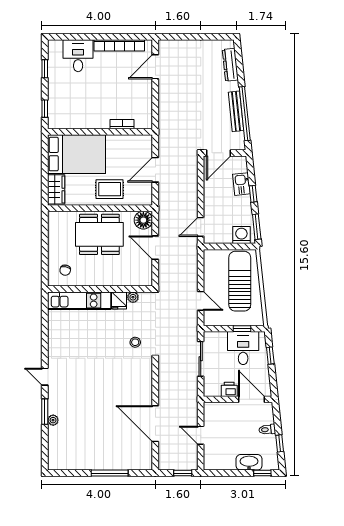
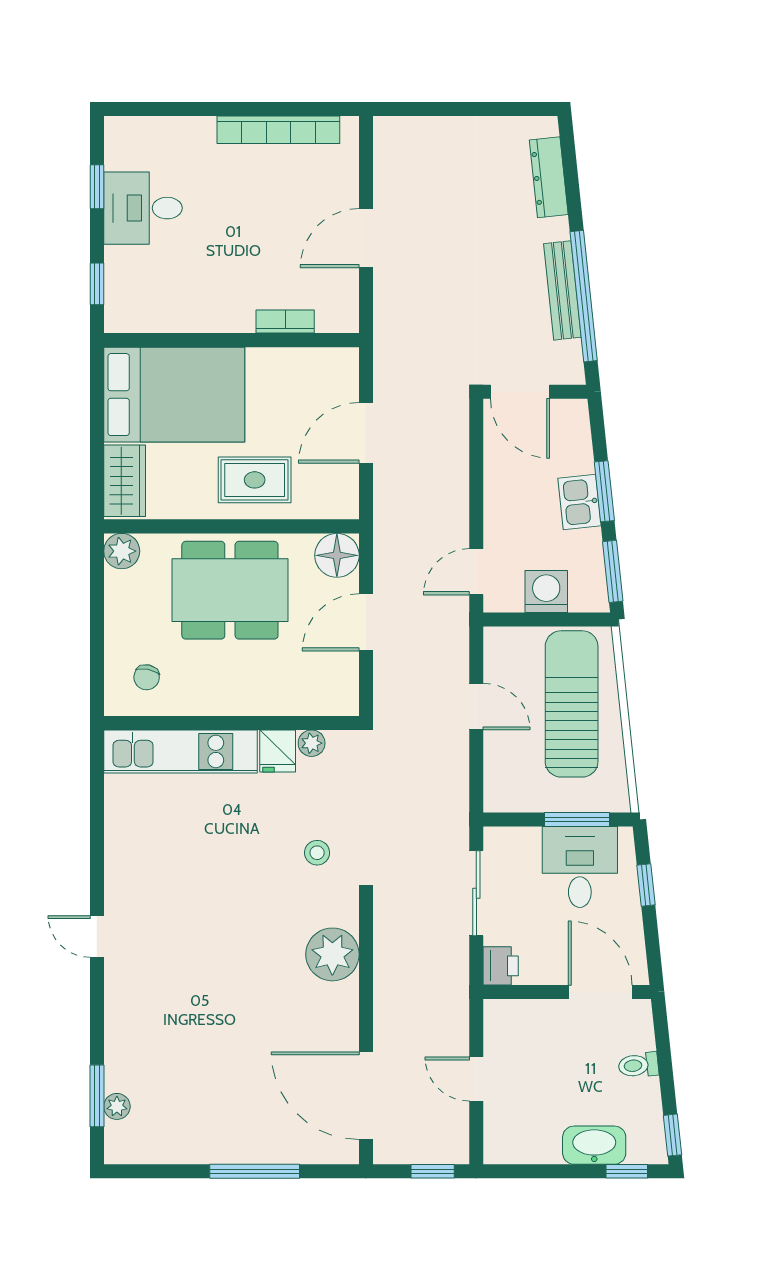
desk: (78, 56) -> (143, 208), moved, turned -90
door: (155, 67) -> (366, 238), moved
door: (219, 153) -> (520, 392), hinge flipped
kitchen sink: (241, 184) -> (579, 502), moved
window: (253, 194) -> (604, 491), width x1.50
plant: (55, 218) -> (122, 551), added
washing machine: (241, 235) -> (546, 591), moved
door: (155, 248) -> (366, 622), hinge flipped
door: (201, 301) -> (476, 707), moved
window: (242, 329) -> (577, 820), width x1.50
plant: (142, 384) -> (332, 954), added
printer: (229, 389) -> (501, 966), moved, turned 90
window: (45, 412) -> (97, 1096), moved
plant: (53, 420) -> (117, 1106), moved
door: (155, 424) -> (366, 1096), moved
window: (280, 443) -> (673, 1135), moved

